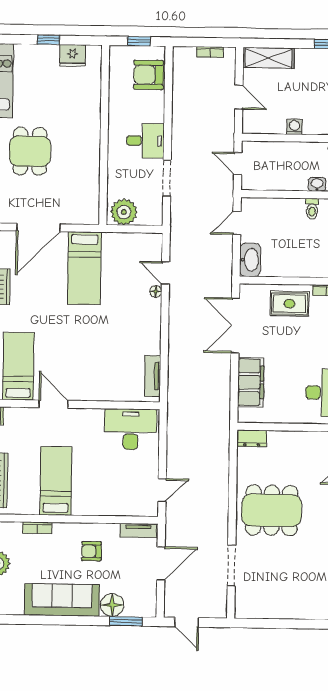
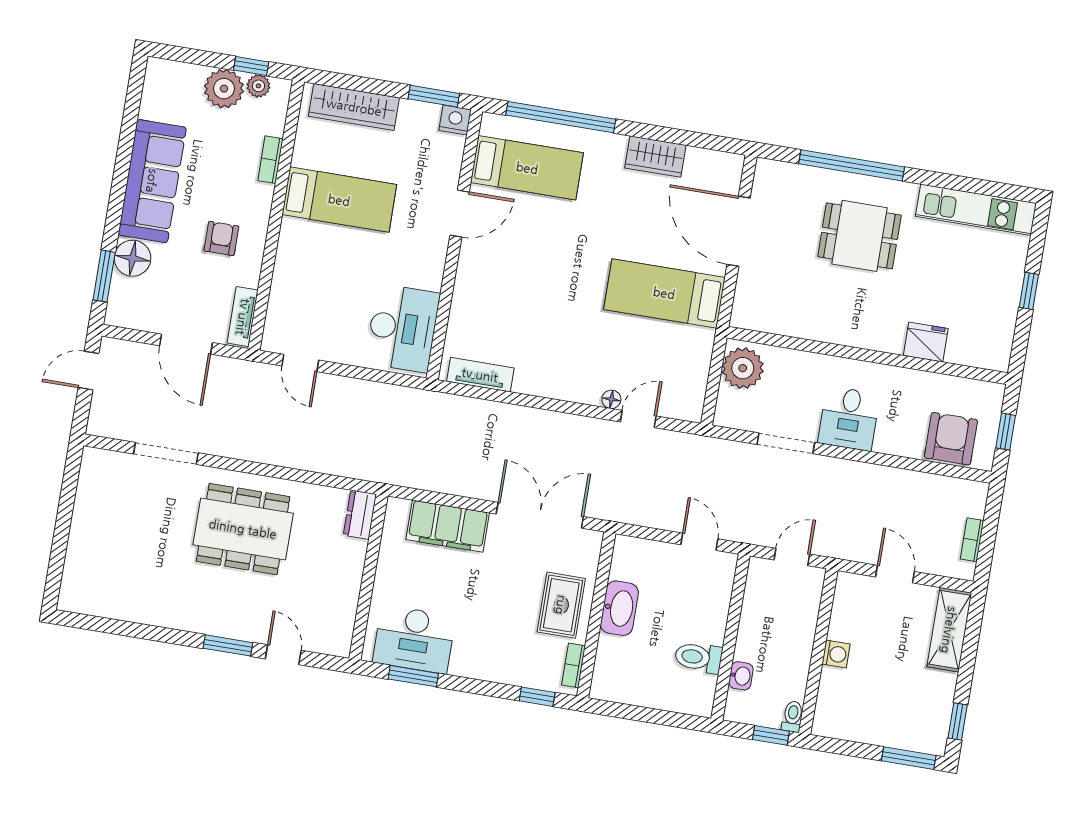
fridge: (73, 55) -> (926, 342), moved, turned 90
door: (239, 97) -> (895, 574), swing flipped
toilet: (312, 209) -> (698, 657), width x1.37, depth x1.39
washbasin: (250, 260) -> (619, 608), moved, turned -90
dining table: (272, 510) -> (243, 529), turned 90

